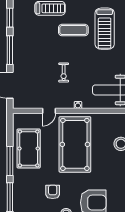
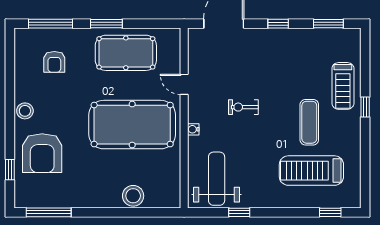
window: (10, 50) -> (278, 24), width x0.46
window: (10, 161) -> (106, 24), width x0.69
armchair: (53, 192) -> (54, 62), moved, turned 90

